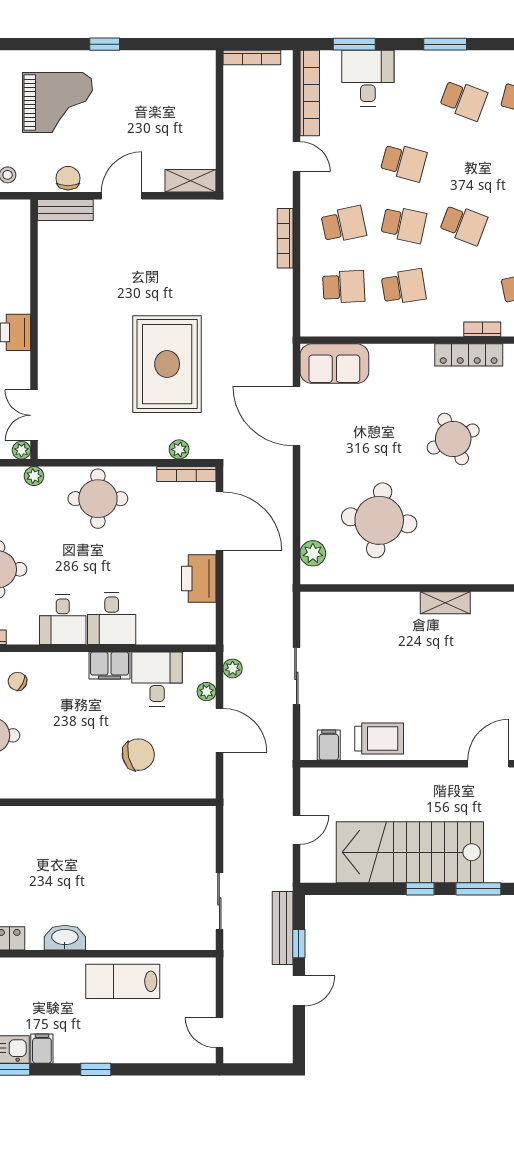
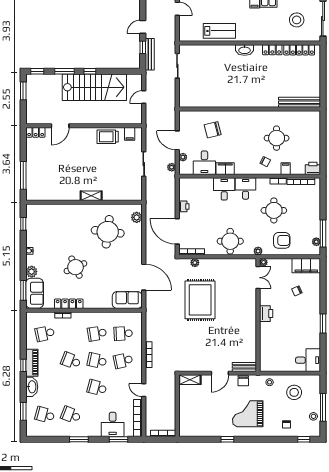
printer: (199, 578) -> (184, 206), width x0.53, depth x0.68
shelving: (445, 603) -> (91, 196), moved

